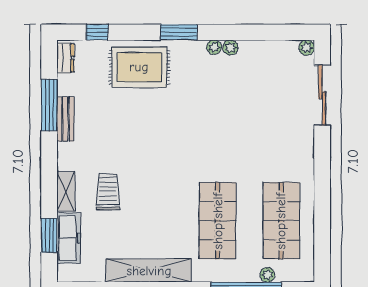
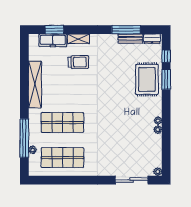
window: (179, 32) -> (166, 79), moved
bench: (65, 119) -> (130, 39), moved

